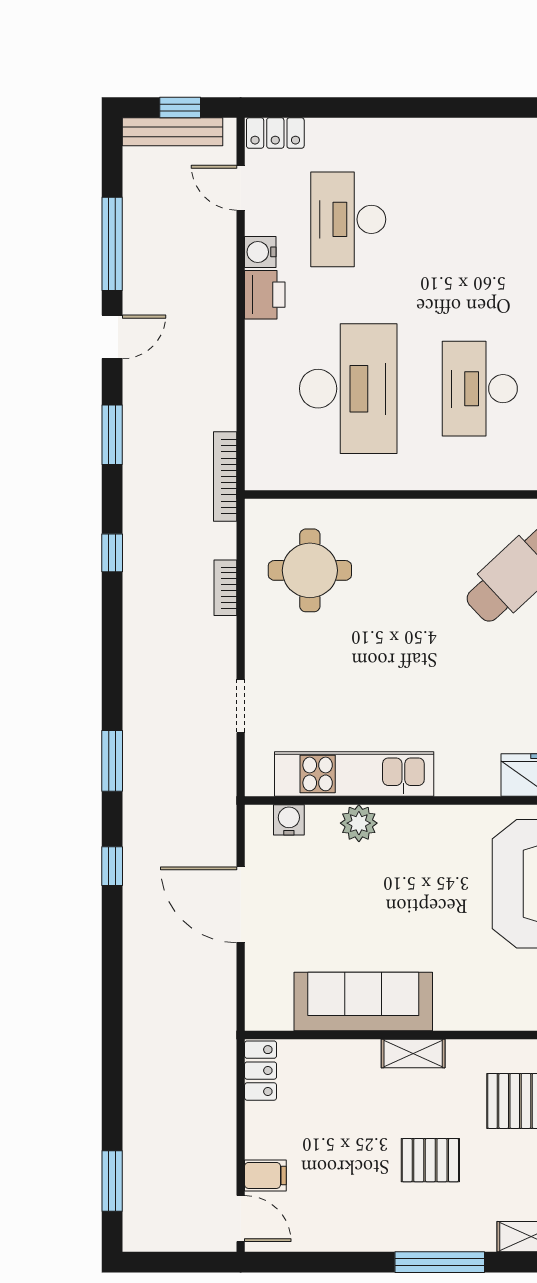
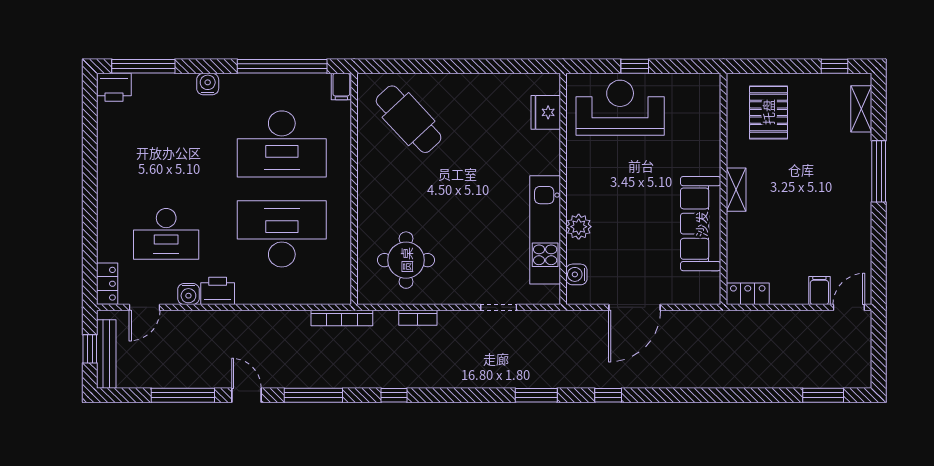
desk: (480, 389) -> (282, 144), width x1.36, depth x1.30
window: (112, 435) -> (313, 395), width x1.44
pallet: (430, 1160) -> (809, 178), removed

